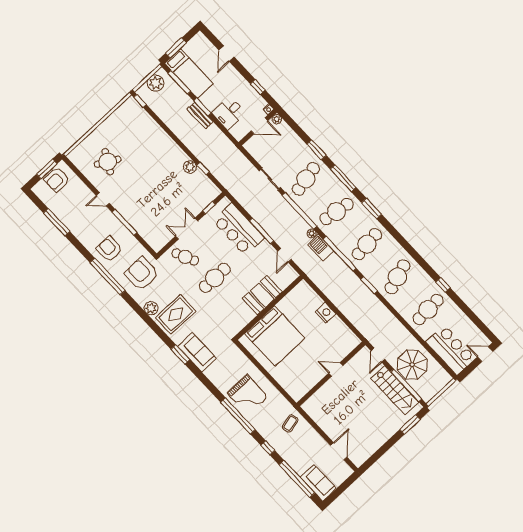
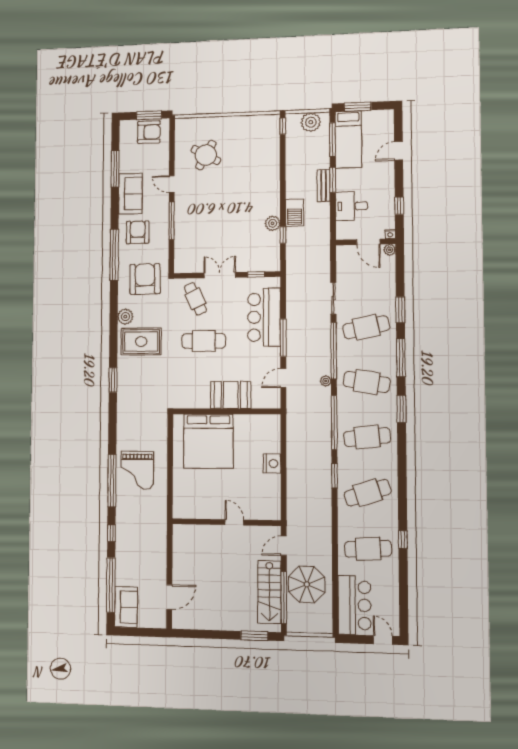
armchair: (57, 180) -> (149, 132), turned 180
barbecue: (321, 248) -> (295, 213), moved, turned 180
sofa: (197, 352) -> (130, 194), moved
coffee table: (290, 423) -> (150, 531), removed

